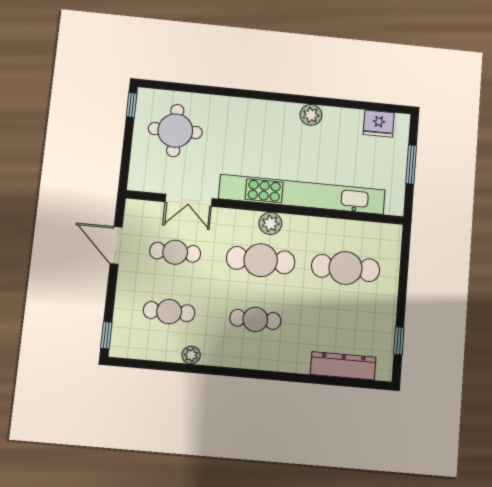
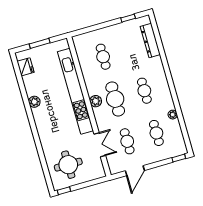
cafe table: (346, 268) -> (103, 57), width x0.73, depth x0.74

